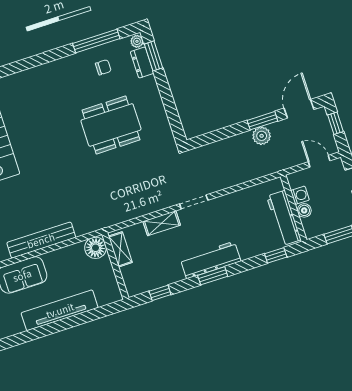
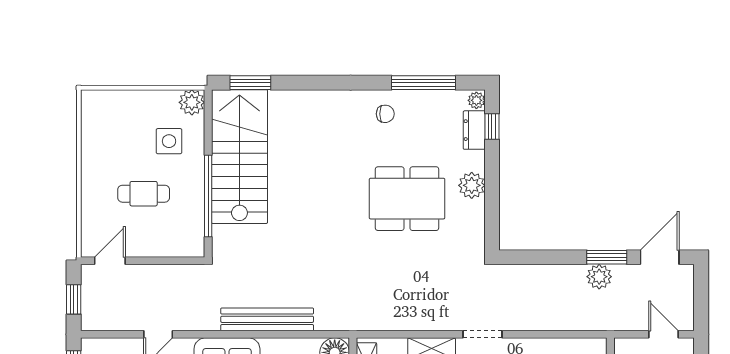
window: (154, 56) -> (492, 126), width x0.67
chair: (103, 67) -> (385, 114), moved
plant: (153, 101) -> (472, 185), added
window: (336, 123) -> (701, 292), removed

